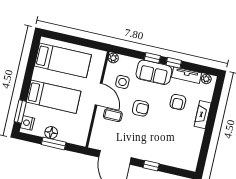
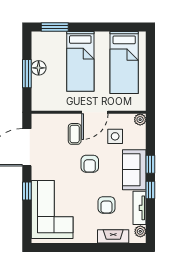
armchair: (178, 102) -> (106, 205), turned -90
fireplace: (203, 115) -> (113, 236), moved
nightstand: (27, 123) -> (44, 38), removed
corner sofa: (171, 148) -> (52, 210), added

